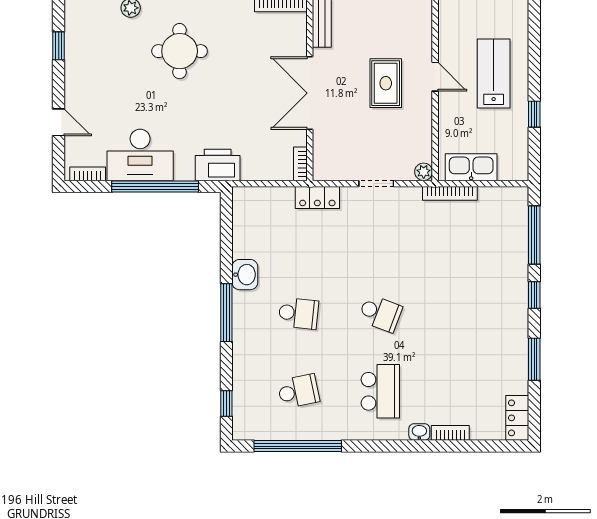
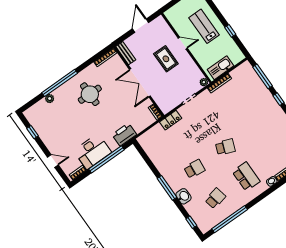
round table: (180, 51) -> (90, 94), moved
washbasin: (245, 275) -> (183, 196), moved

